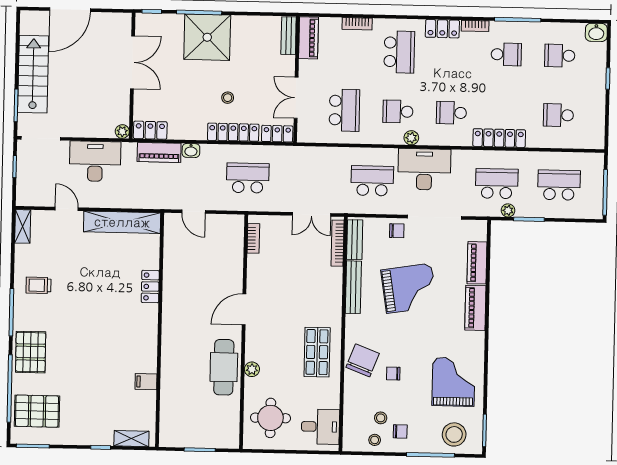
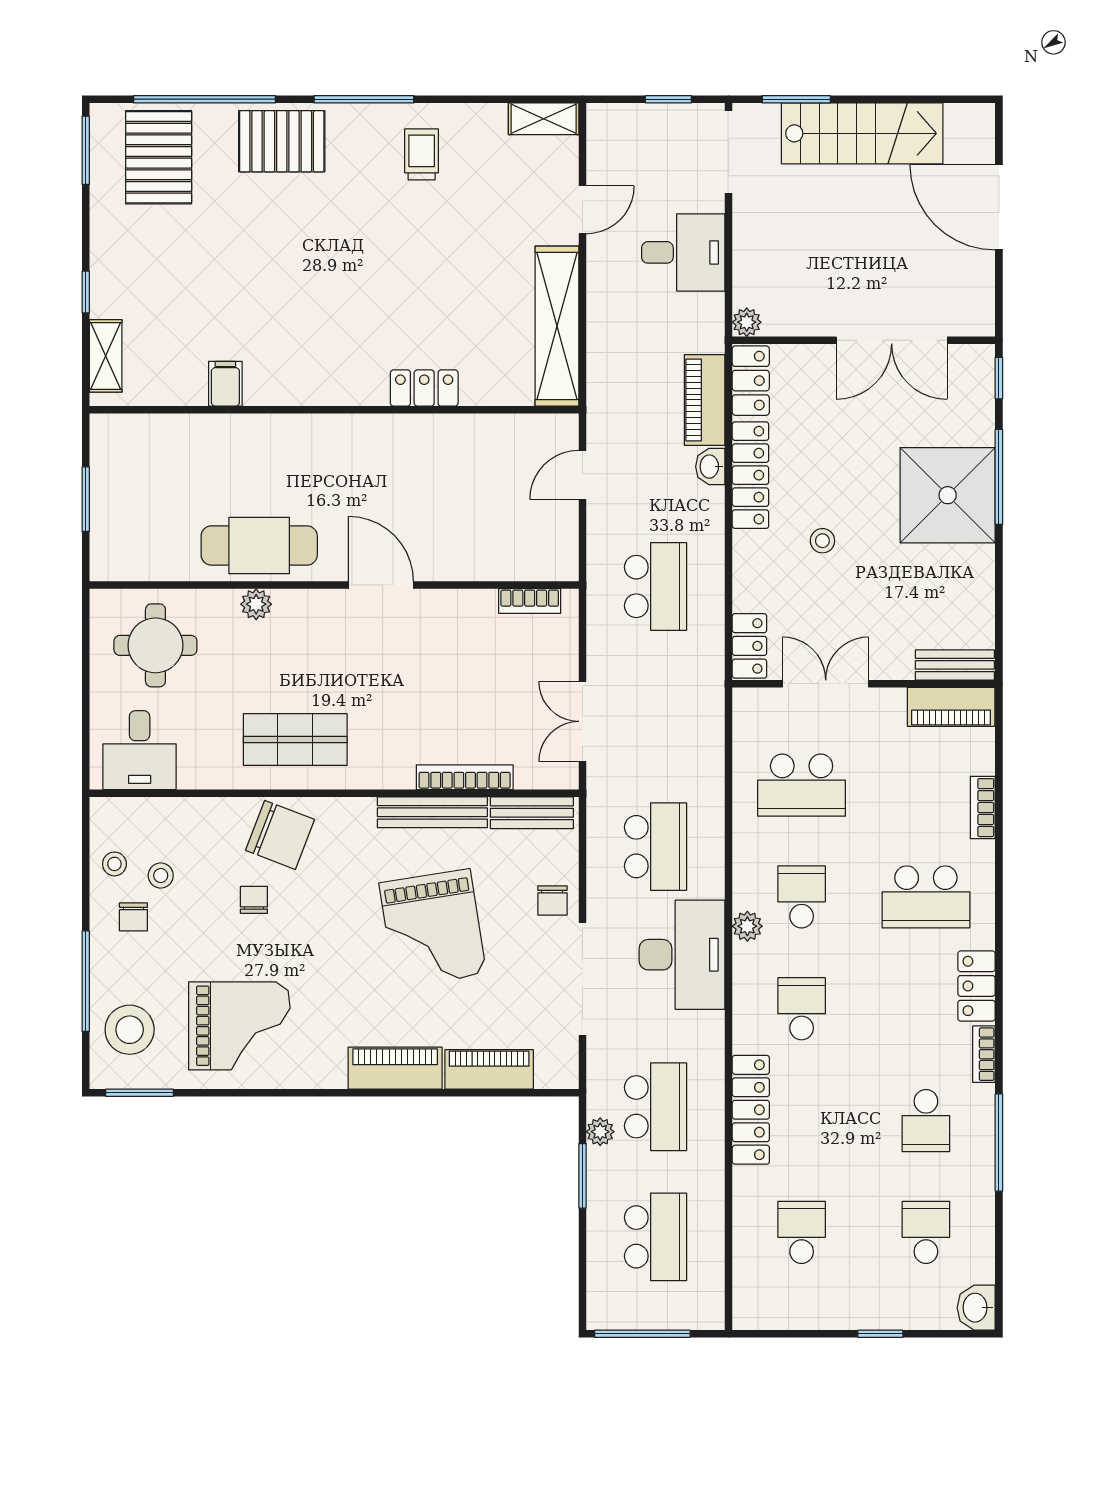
locker: (233, 132) -> (750, 475), moved
desk: (95, 161) -> (683, 252), width x0.73
bookcase: (338, 243) -> (465, 777), moved

